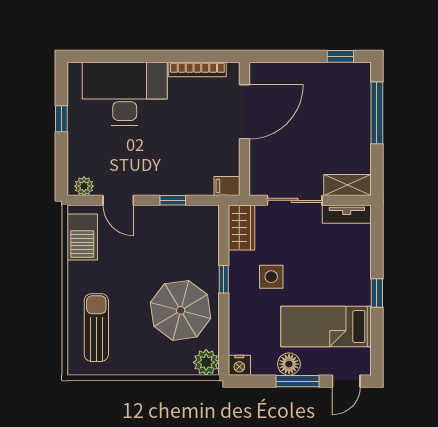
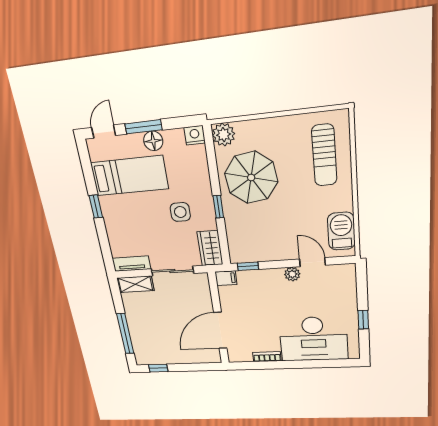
bookcase: (197, 70) -> (267, 357), width x0.64
plant: (84, 186) -> (292, 274), moved
window: (173, 200) -> (248, 266), moved

